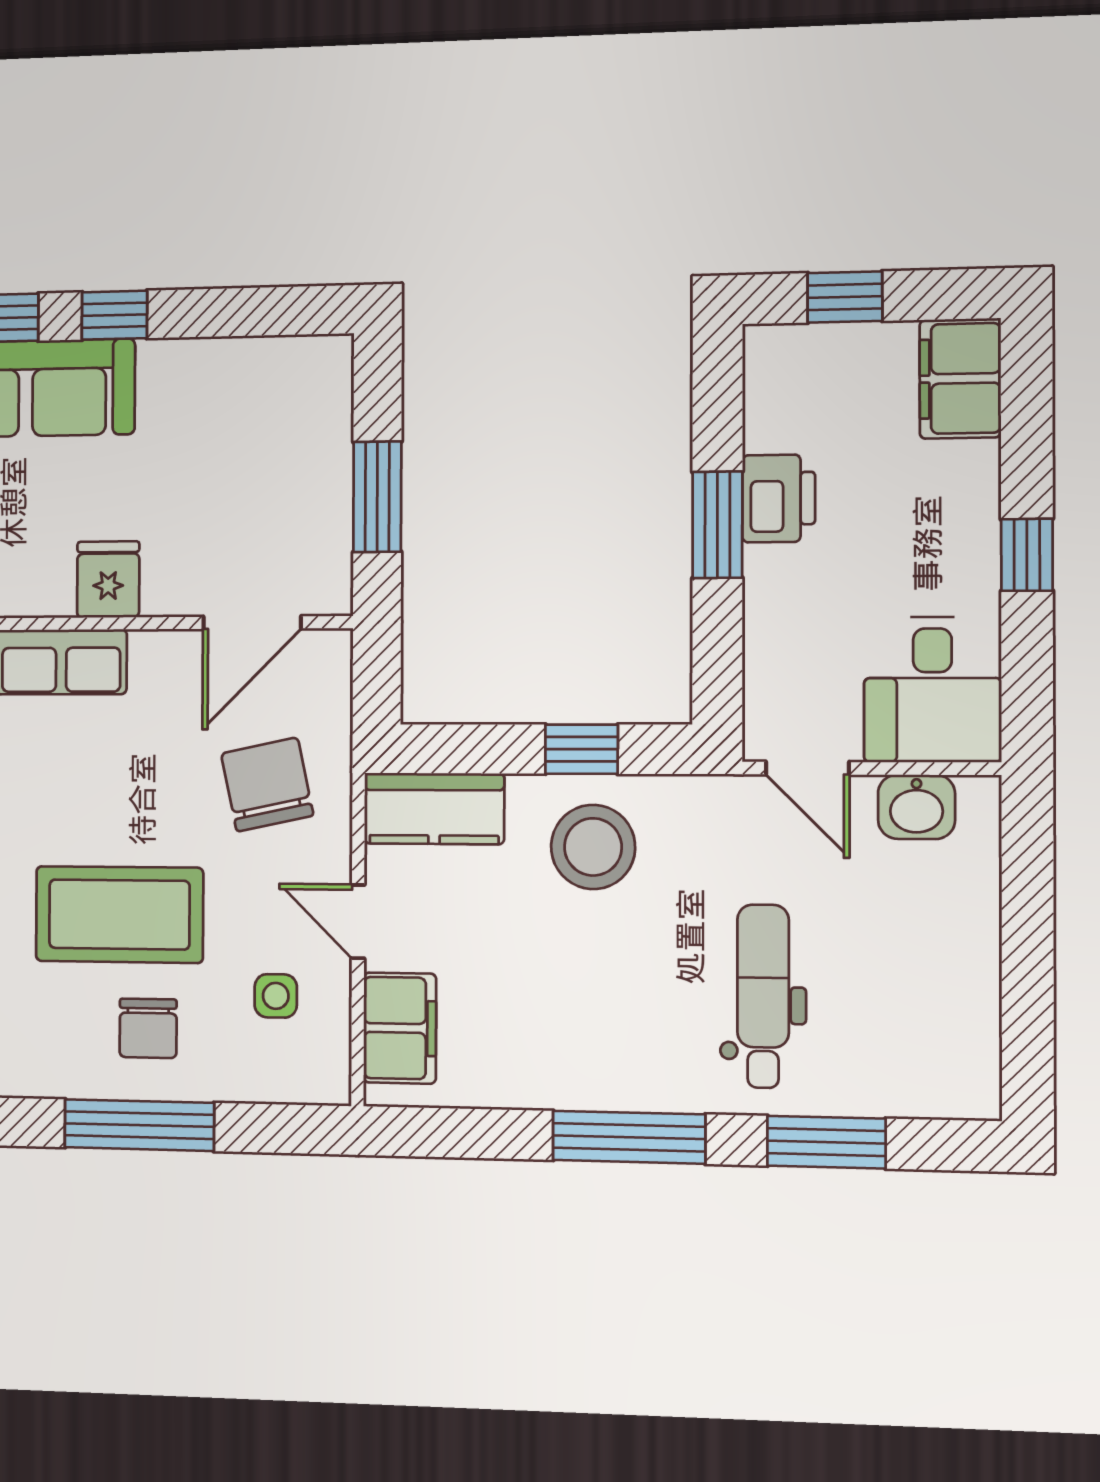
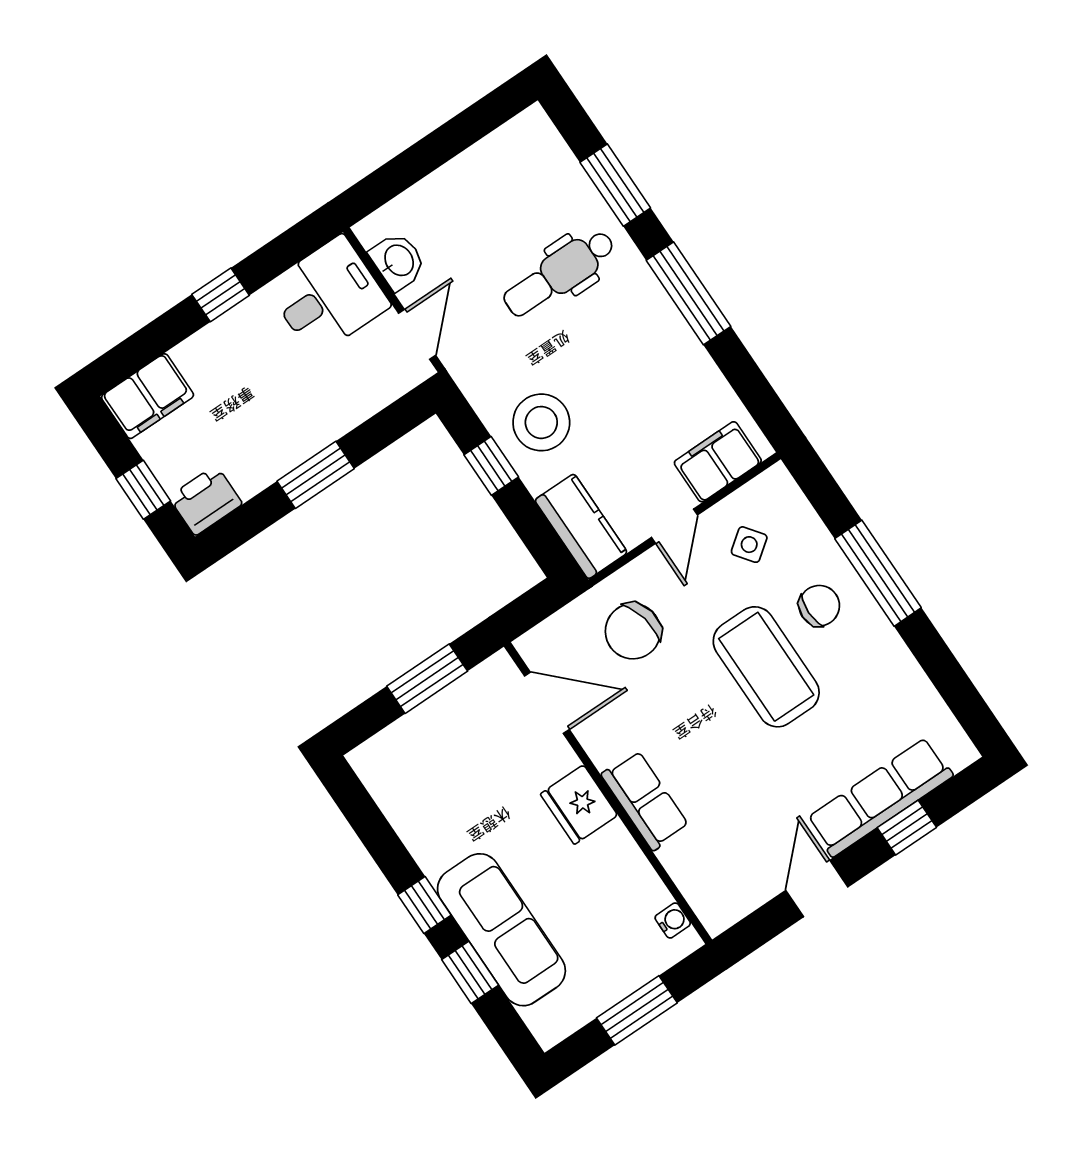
printer: (779, 498) -> (206, 500), moved
fridge: (108, 580) -> (579, 805), width x1.38
side table: (276, 996) -> (749, 545), turned -37

